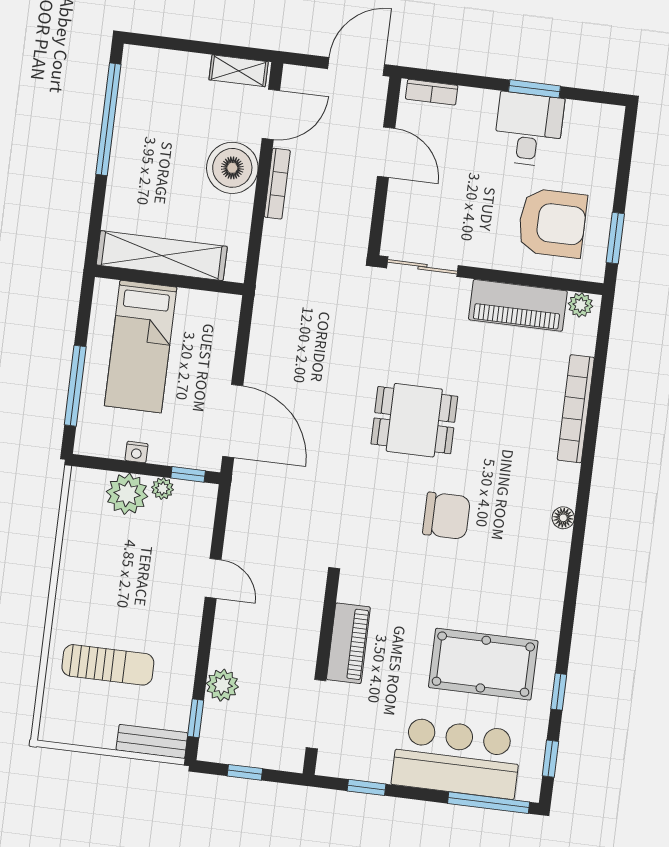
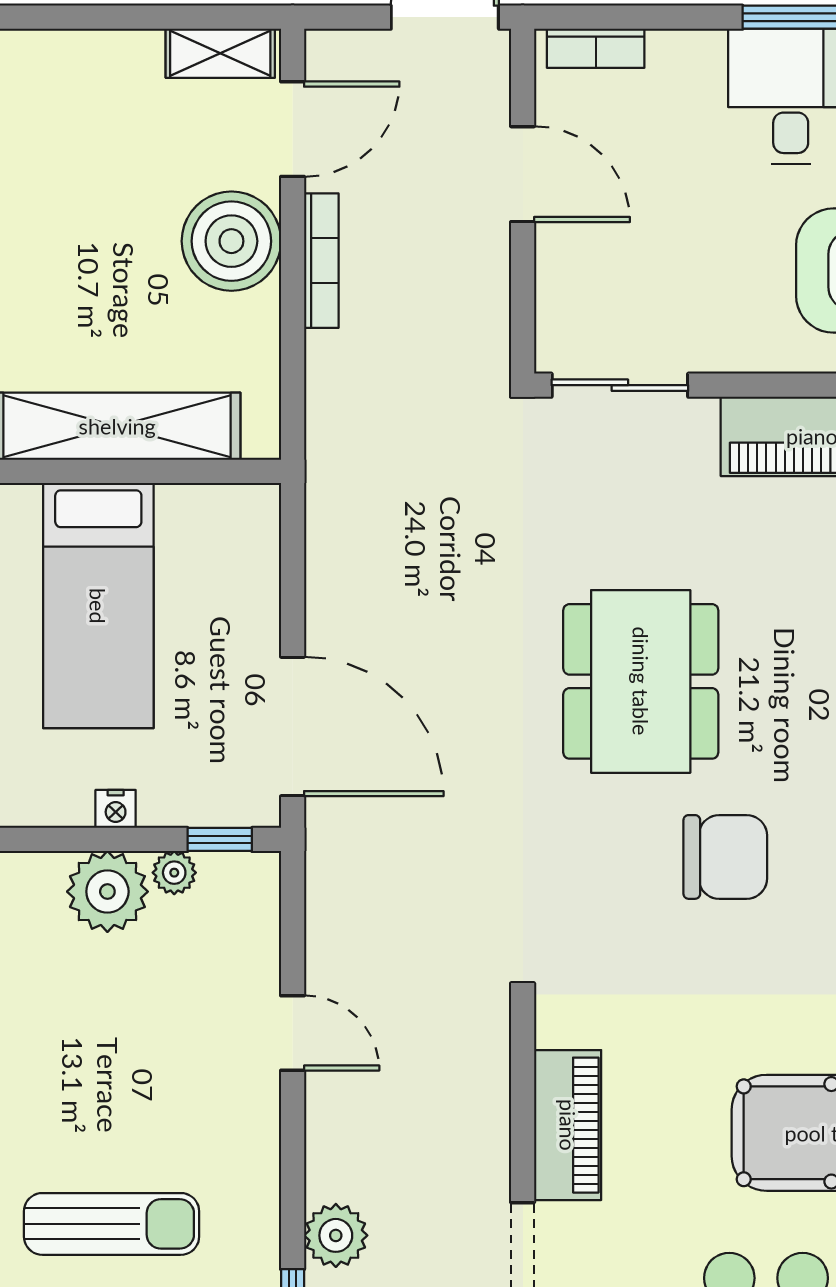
dining table: (414, 420) -> (641, 681), width x1.38

